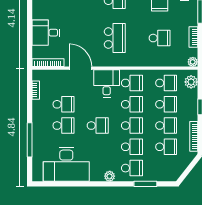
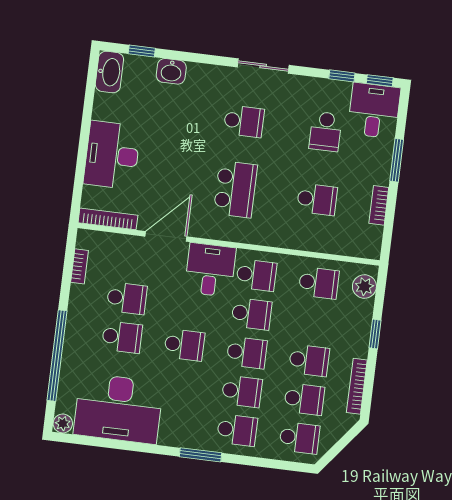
desk: (46, 33) -> (112, 155), width x1.37
plant: (193, 62) -> (372, 250), removed
door: (80, 68) -> (166, 236), hinge flipped
school desk: (166, 104) -> (299, 438), moved
window: (30, 140) -> (57, 356), width x1.46
plant: (110, 176) -> (63, 423), moved
window: (145, 184) -> (200, 455), moved

